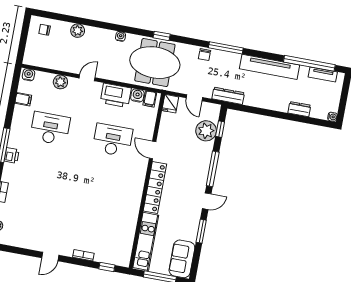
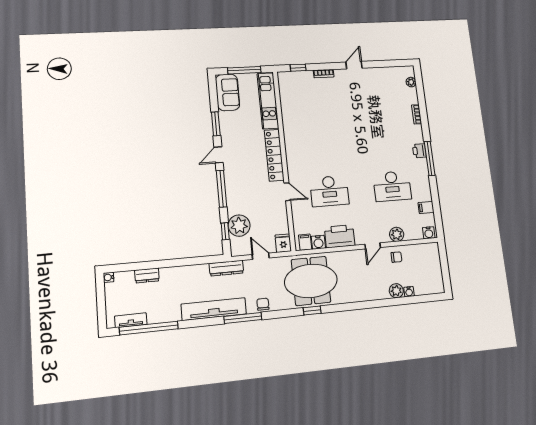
chair: (45, 30) -> (396, 257), moved
water cooler: (121, 36) -> (409, 292), moved
tv unit: (270, 67) -> (214, 309), moved

